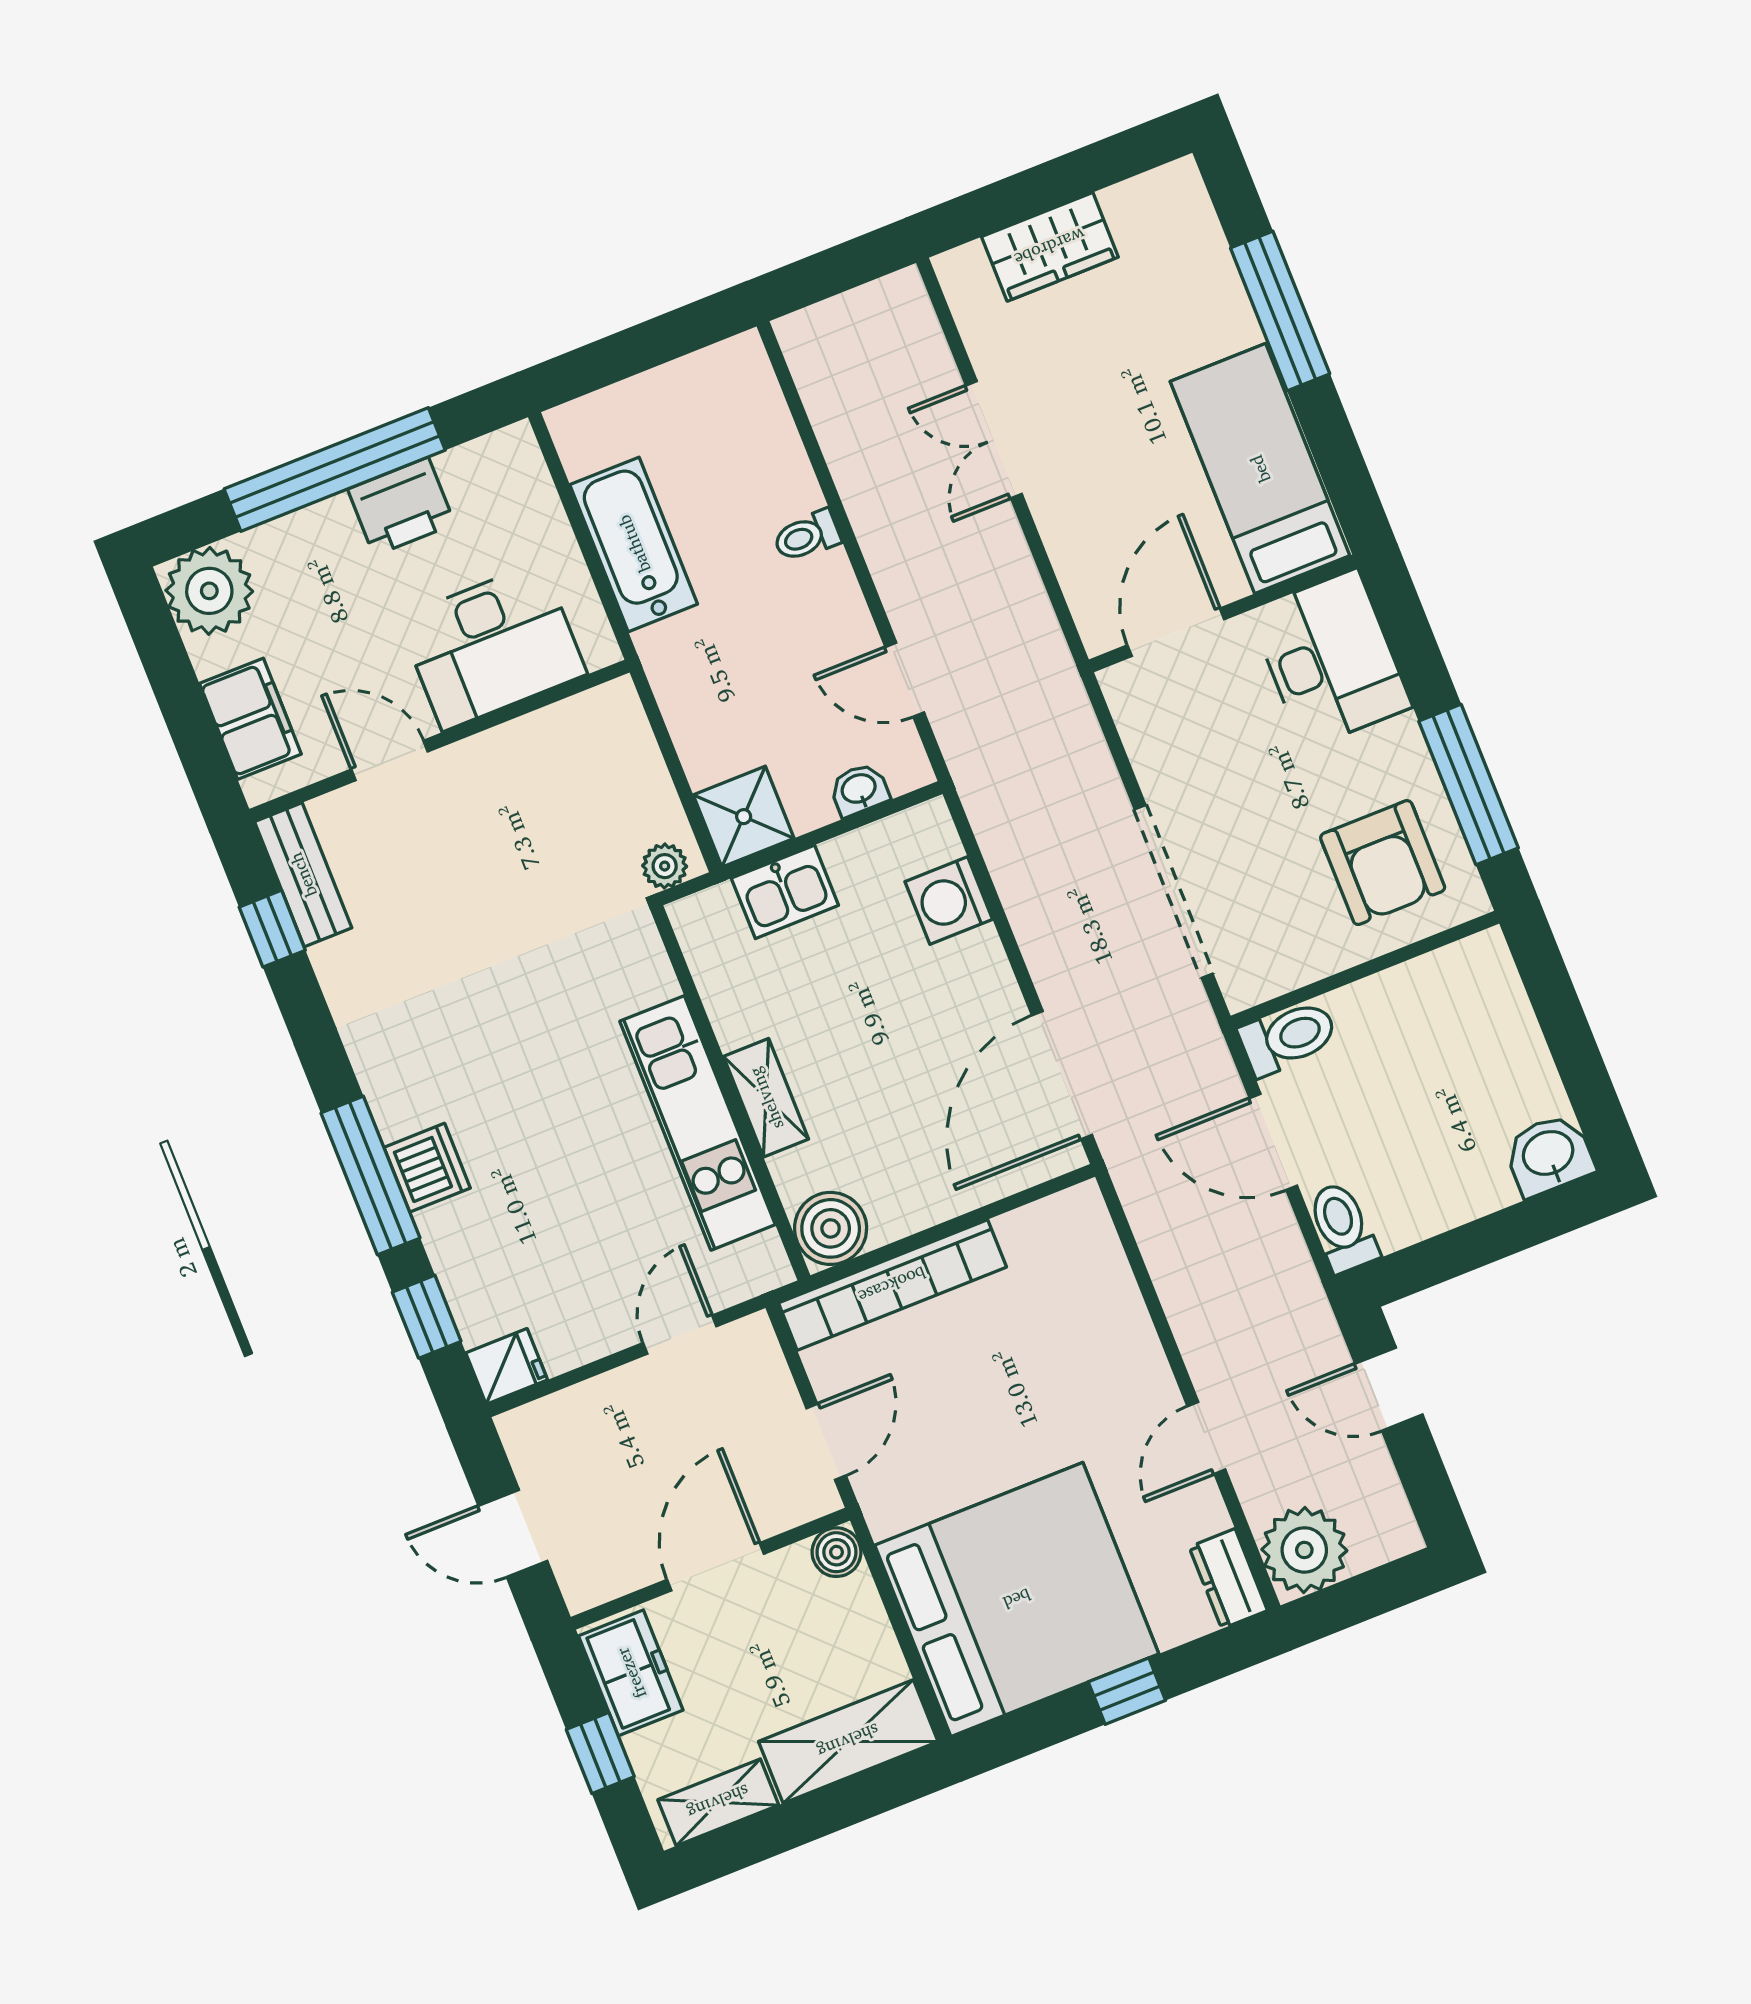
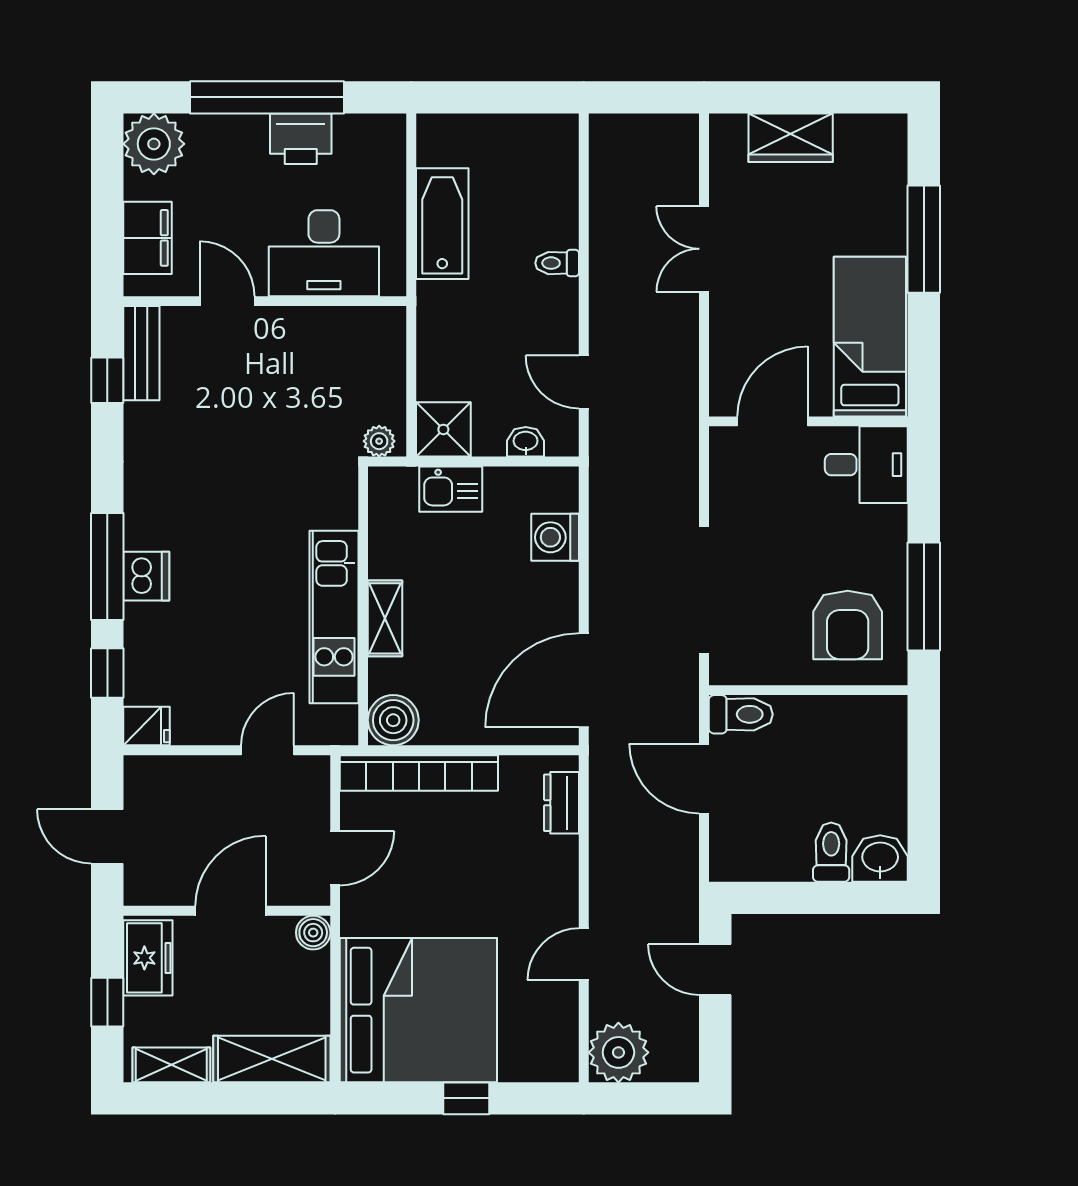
desk: (1330, 659) -> (866, 465), width x0.73
toilet: (1342, 1227) -> (831, 852), moved
dresser: (1228, 1579) -> (561, 803), moved

